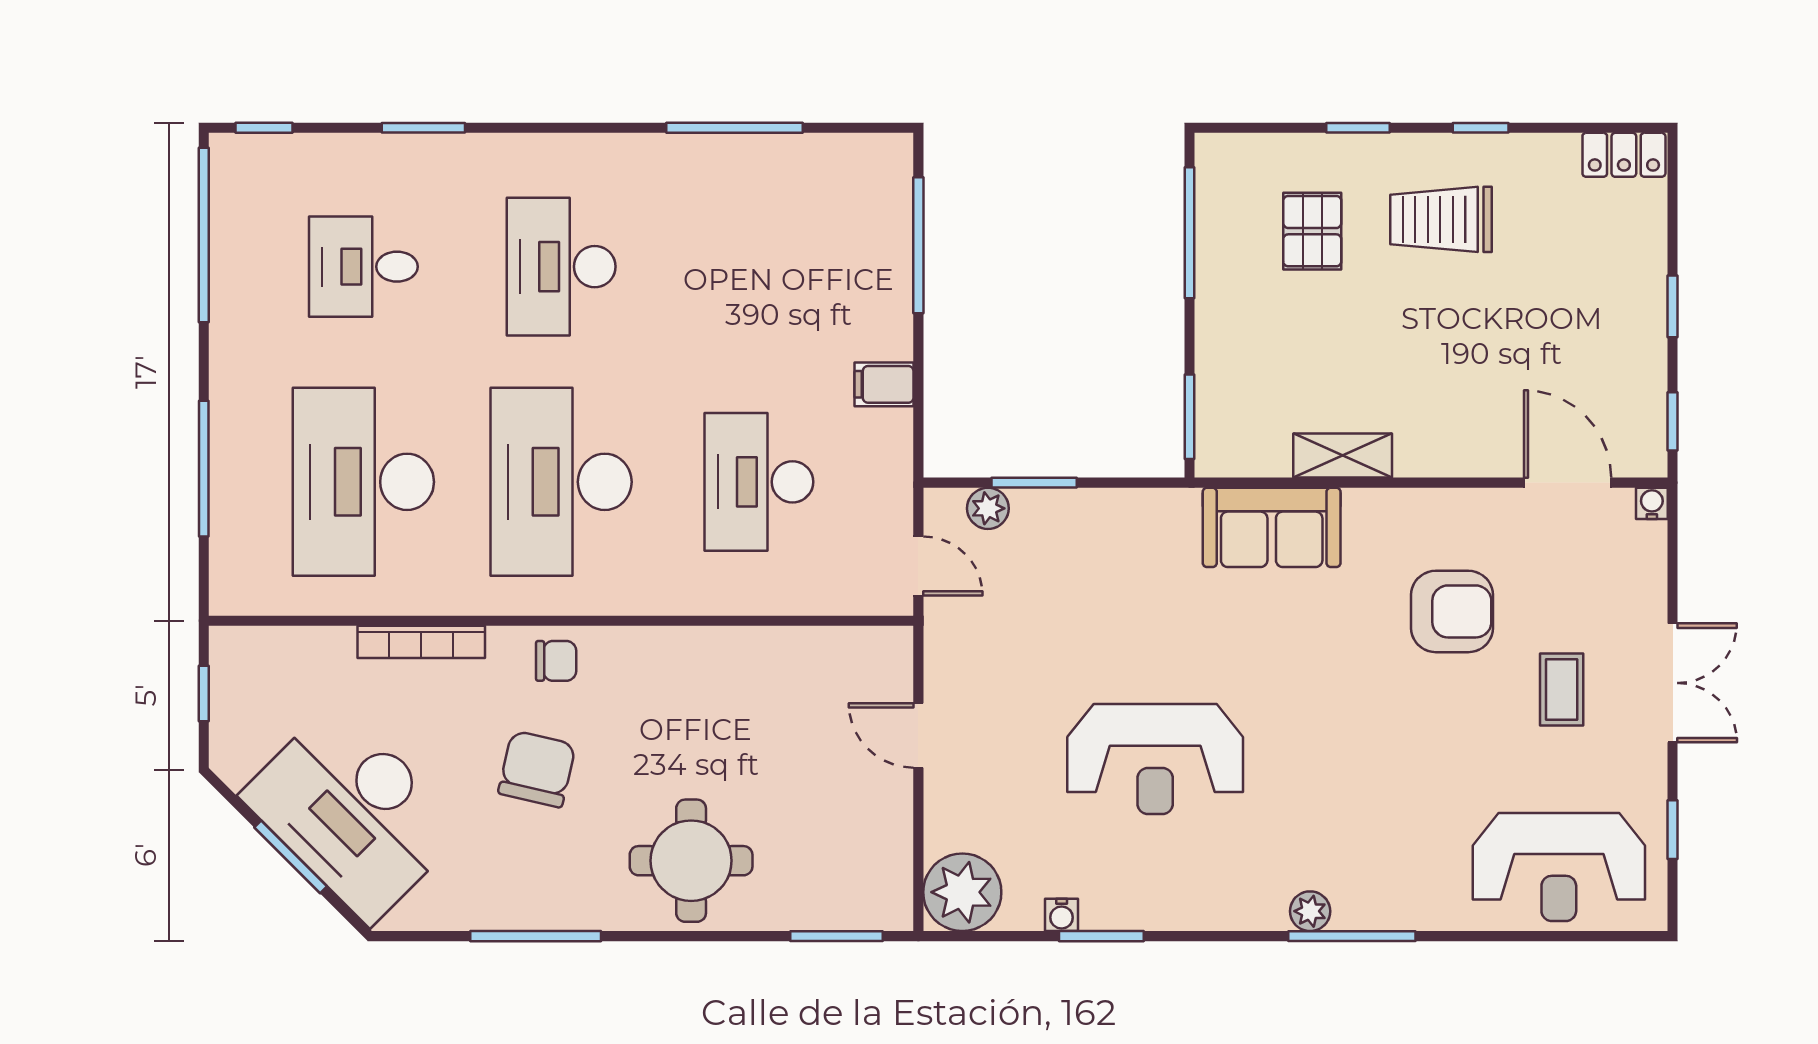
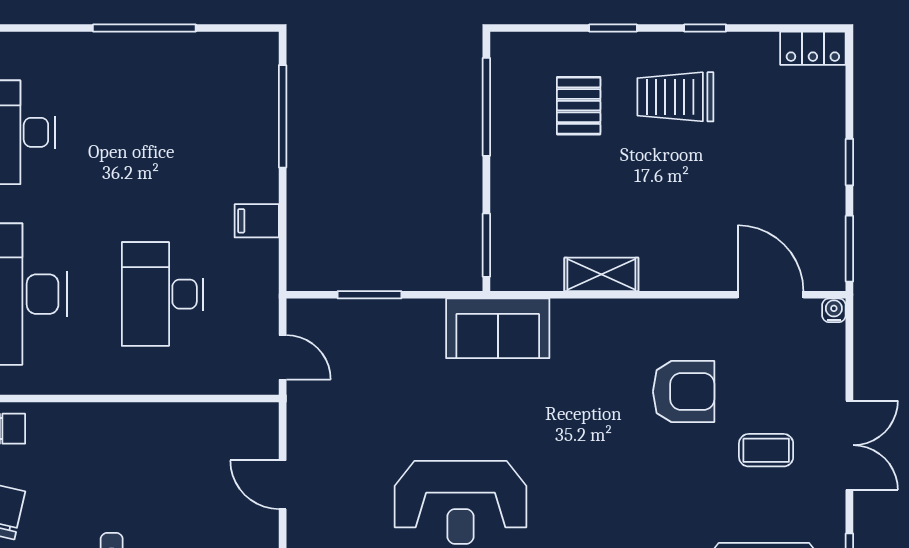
window: (1673, 421) -> (849, 249), width x1.50
plant: (988, 508) -> (335, 314), removed
sofa: (1272, 527) -> (498, 328), moved
coffee table: (1562, 690) -> (766, 450), turned 90

